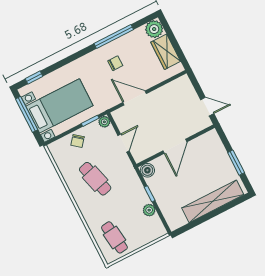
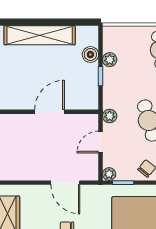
plant: (127, 167) -> (110, 116), added
boiler: (147, 170) -> (90, 55), moved

